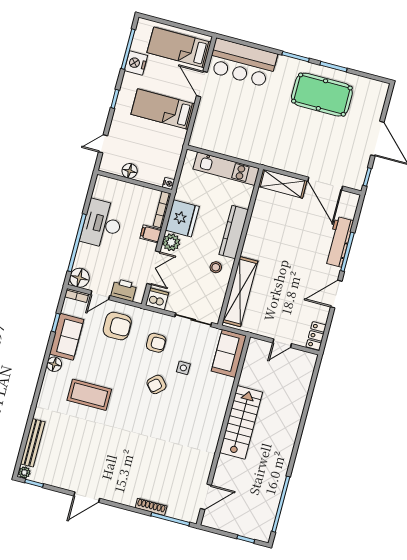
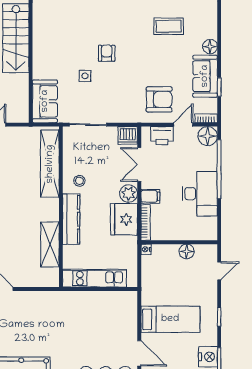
shelving: (283, 184) -> (50, 244), moved, turned 90
armchair: (117, 326) -> (159, 99), turned 180
armchair: (156, 343) -> (118, 93), removed
armchair: (156, 384) -> (107, 53), turned -48
coffee table: (89, 395) -> (169, 26), width x0.73, depth x0.76

